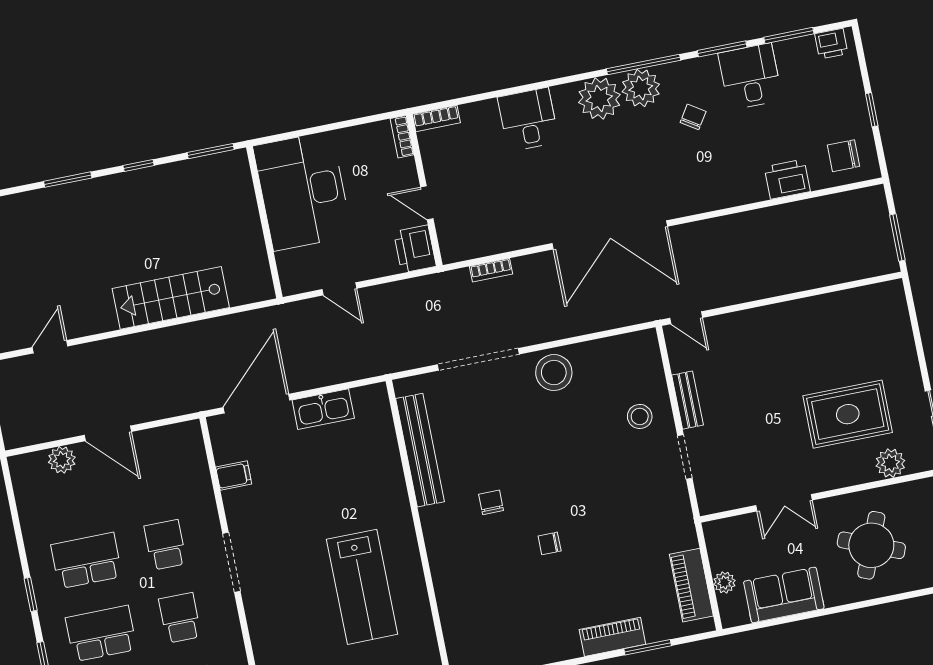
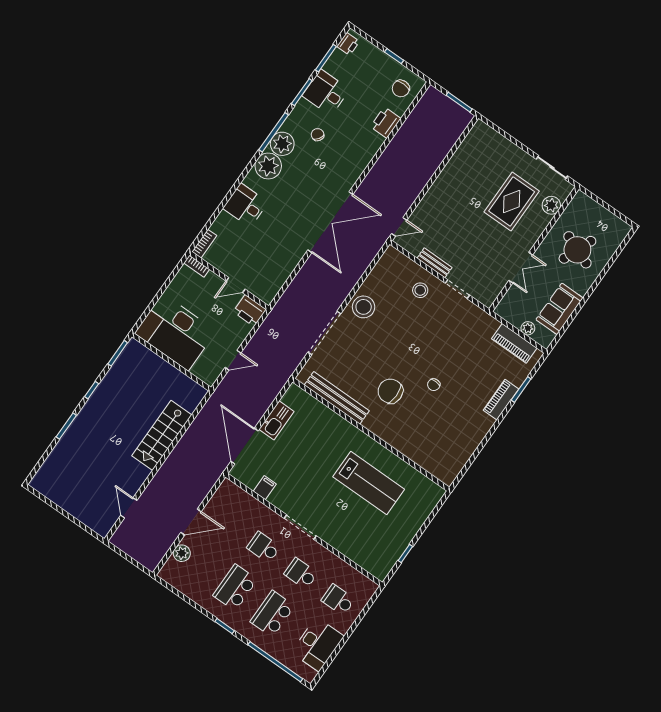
bookcase: (491, 270) -> (292, 288), removed
chair: (491, 502) -> (390, 391), width x1.87, depth x1.87

